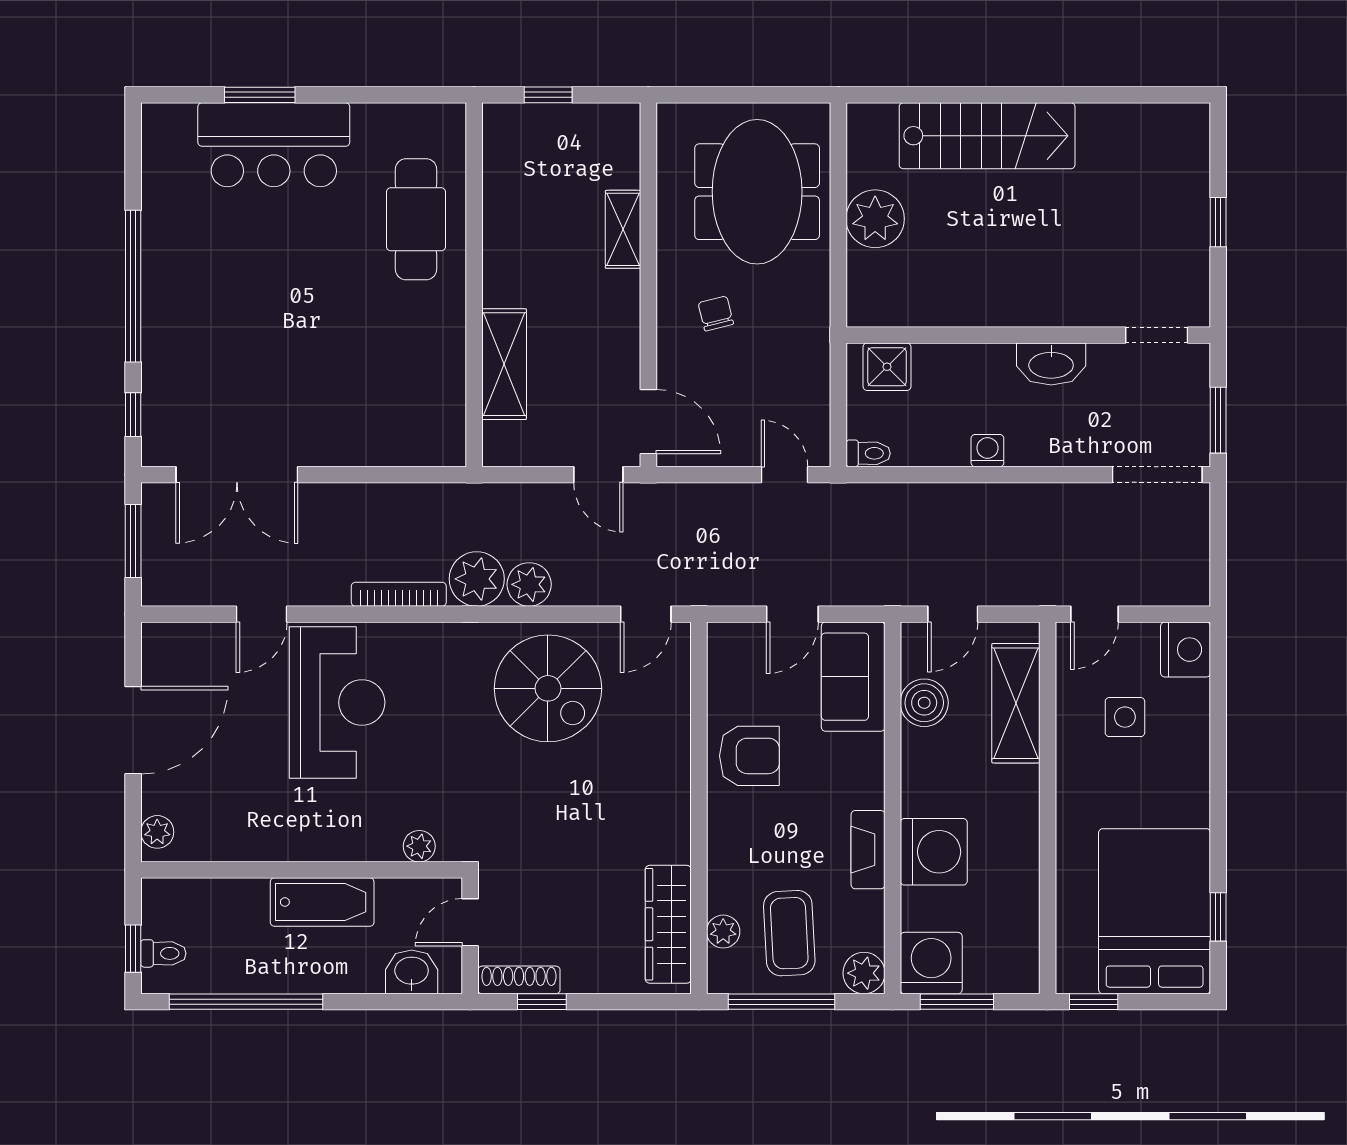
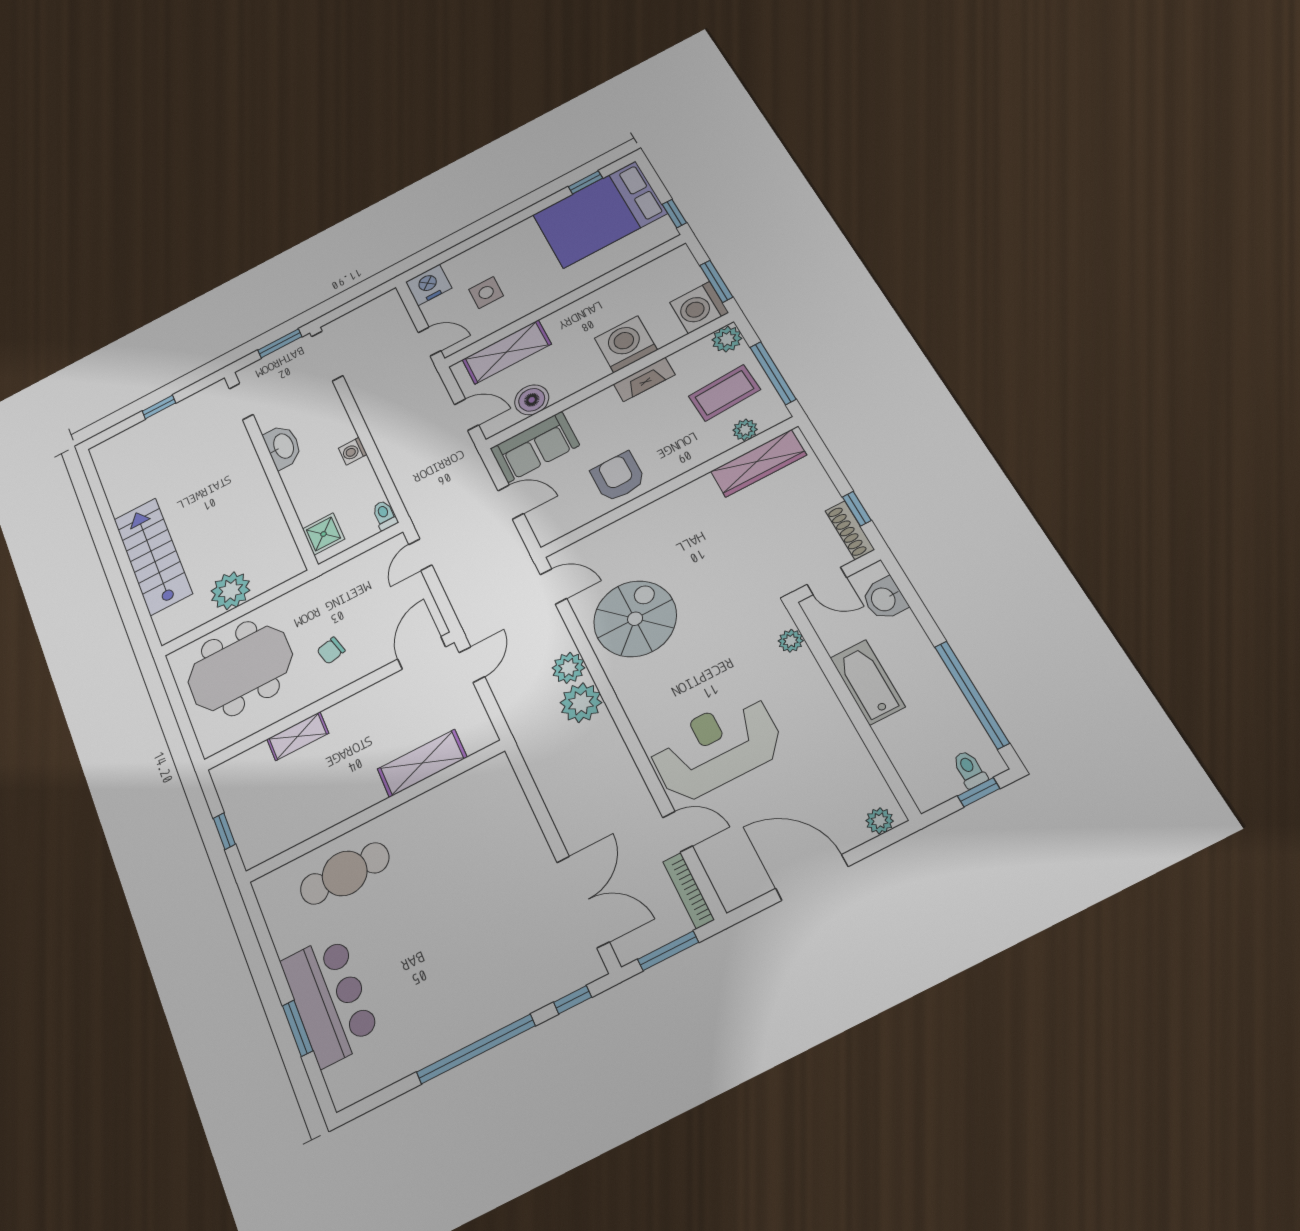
bookcase: (399, 594) -> (689, 891), moved

